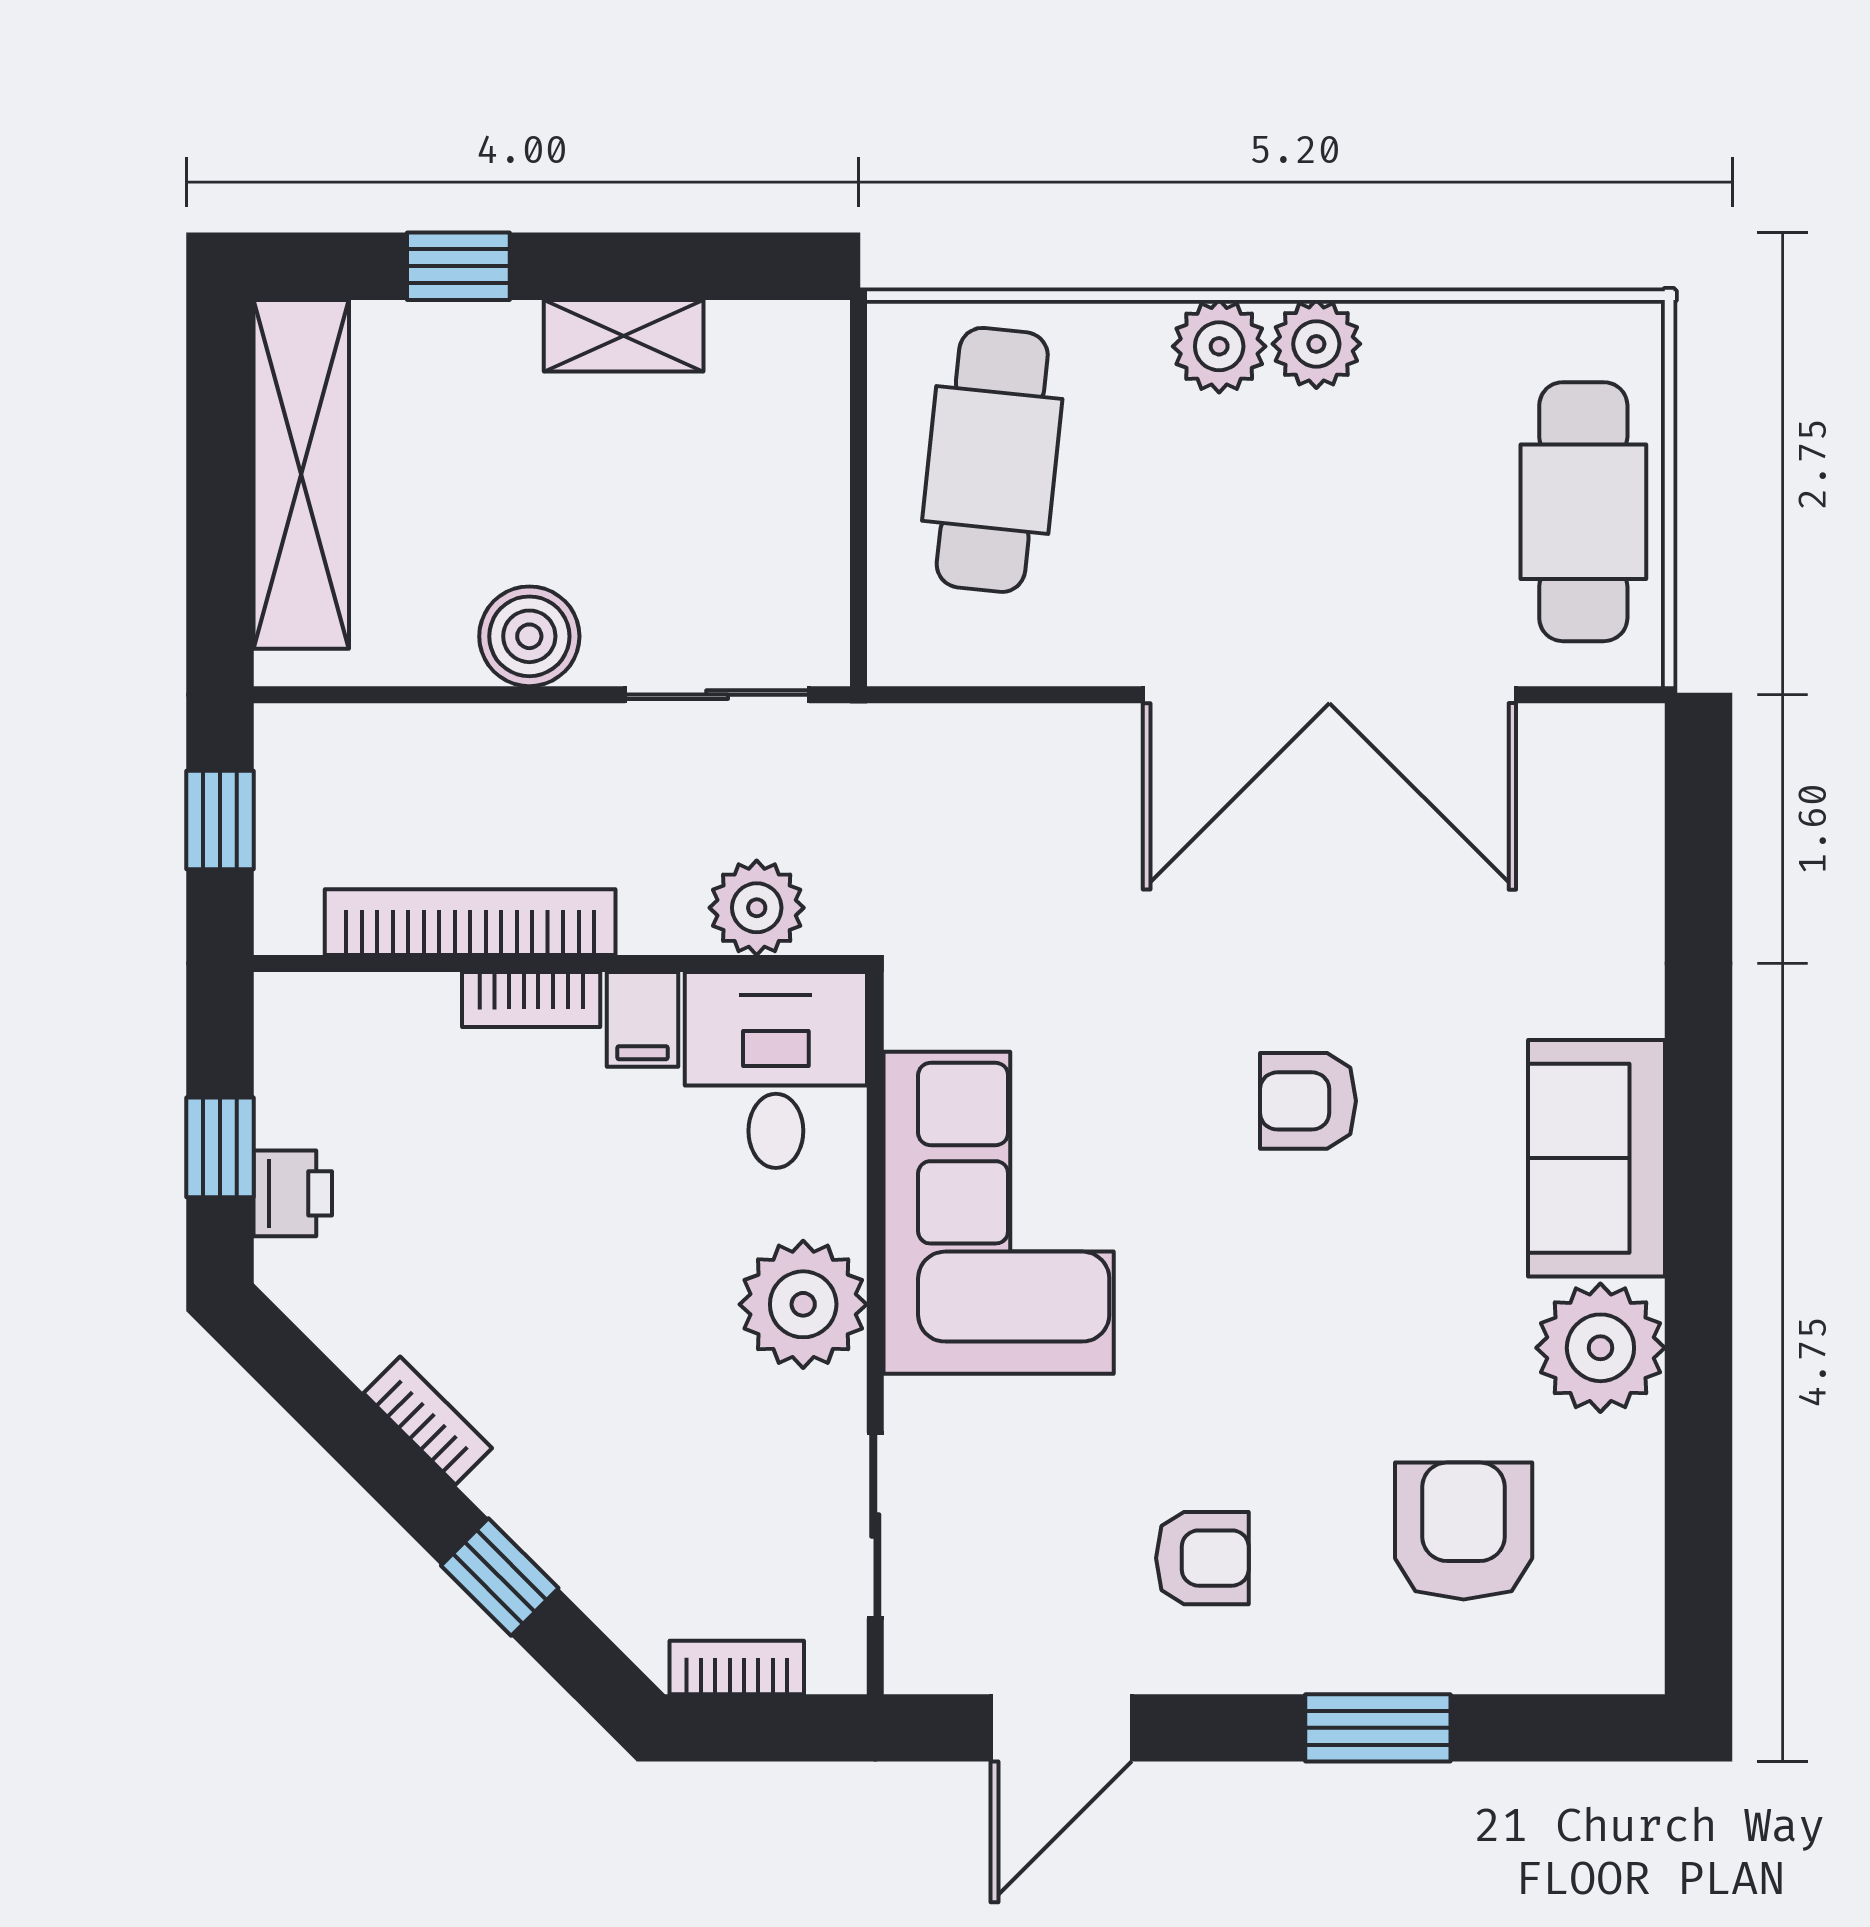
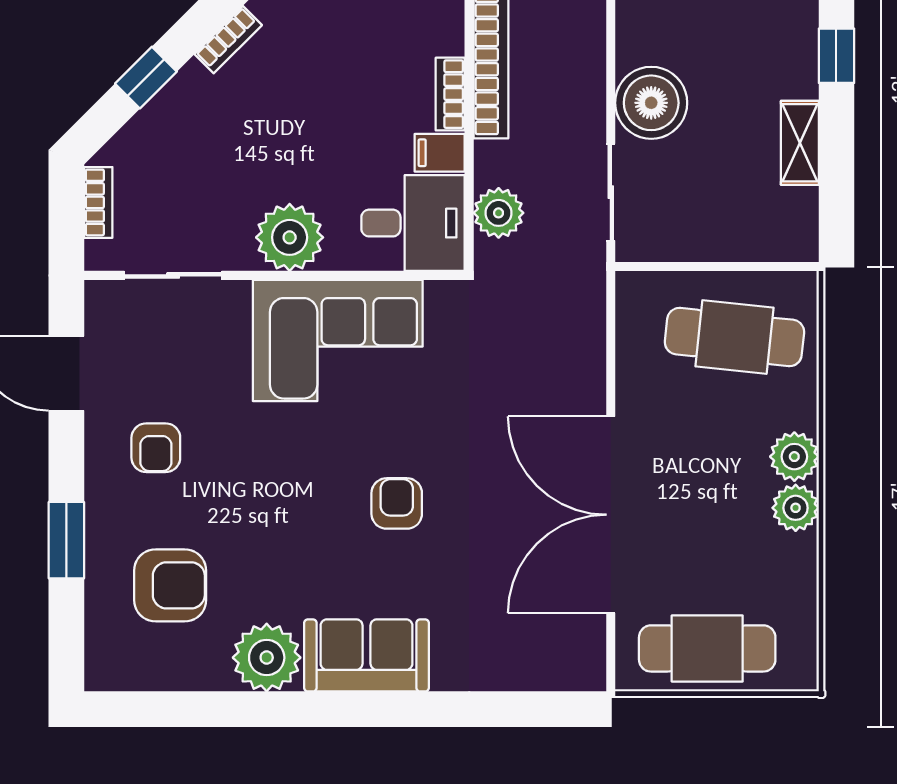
boiler: (529, 636) -> (651, 103), width x1.37, depth x1.37

